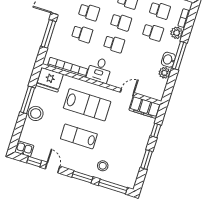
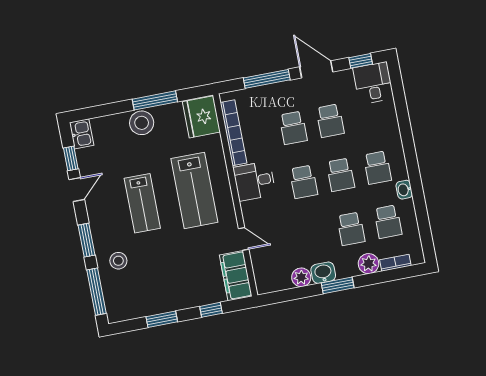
window: (179, 56) -> (338, 285), width x0.69
lab bench: (79, 136) -> (142, 203), turned 180

